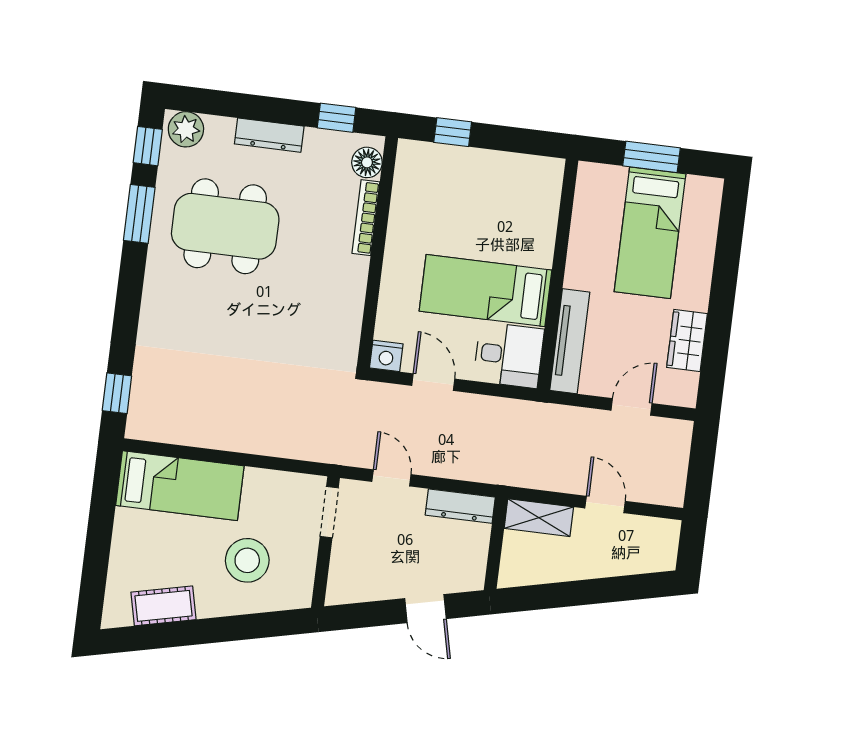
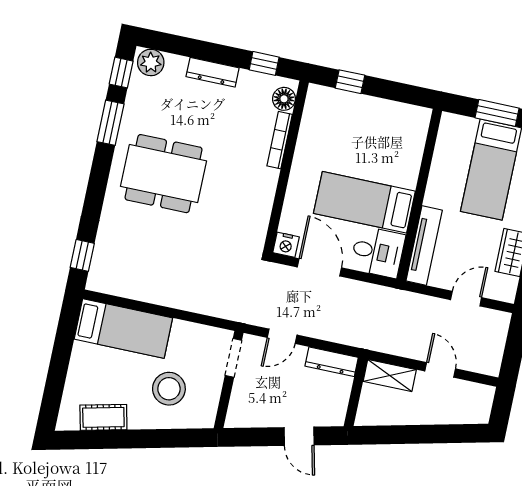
dining table: (225, 226) -> (164, 174), moved
door: (433, 382) -> (319, 267), width x1.38
door: (391, 478) -> (282, 336), swing flipped

